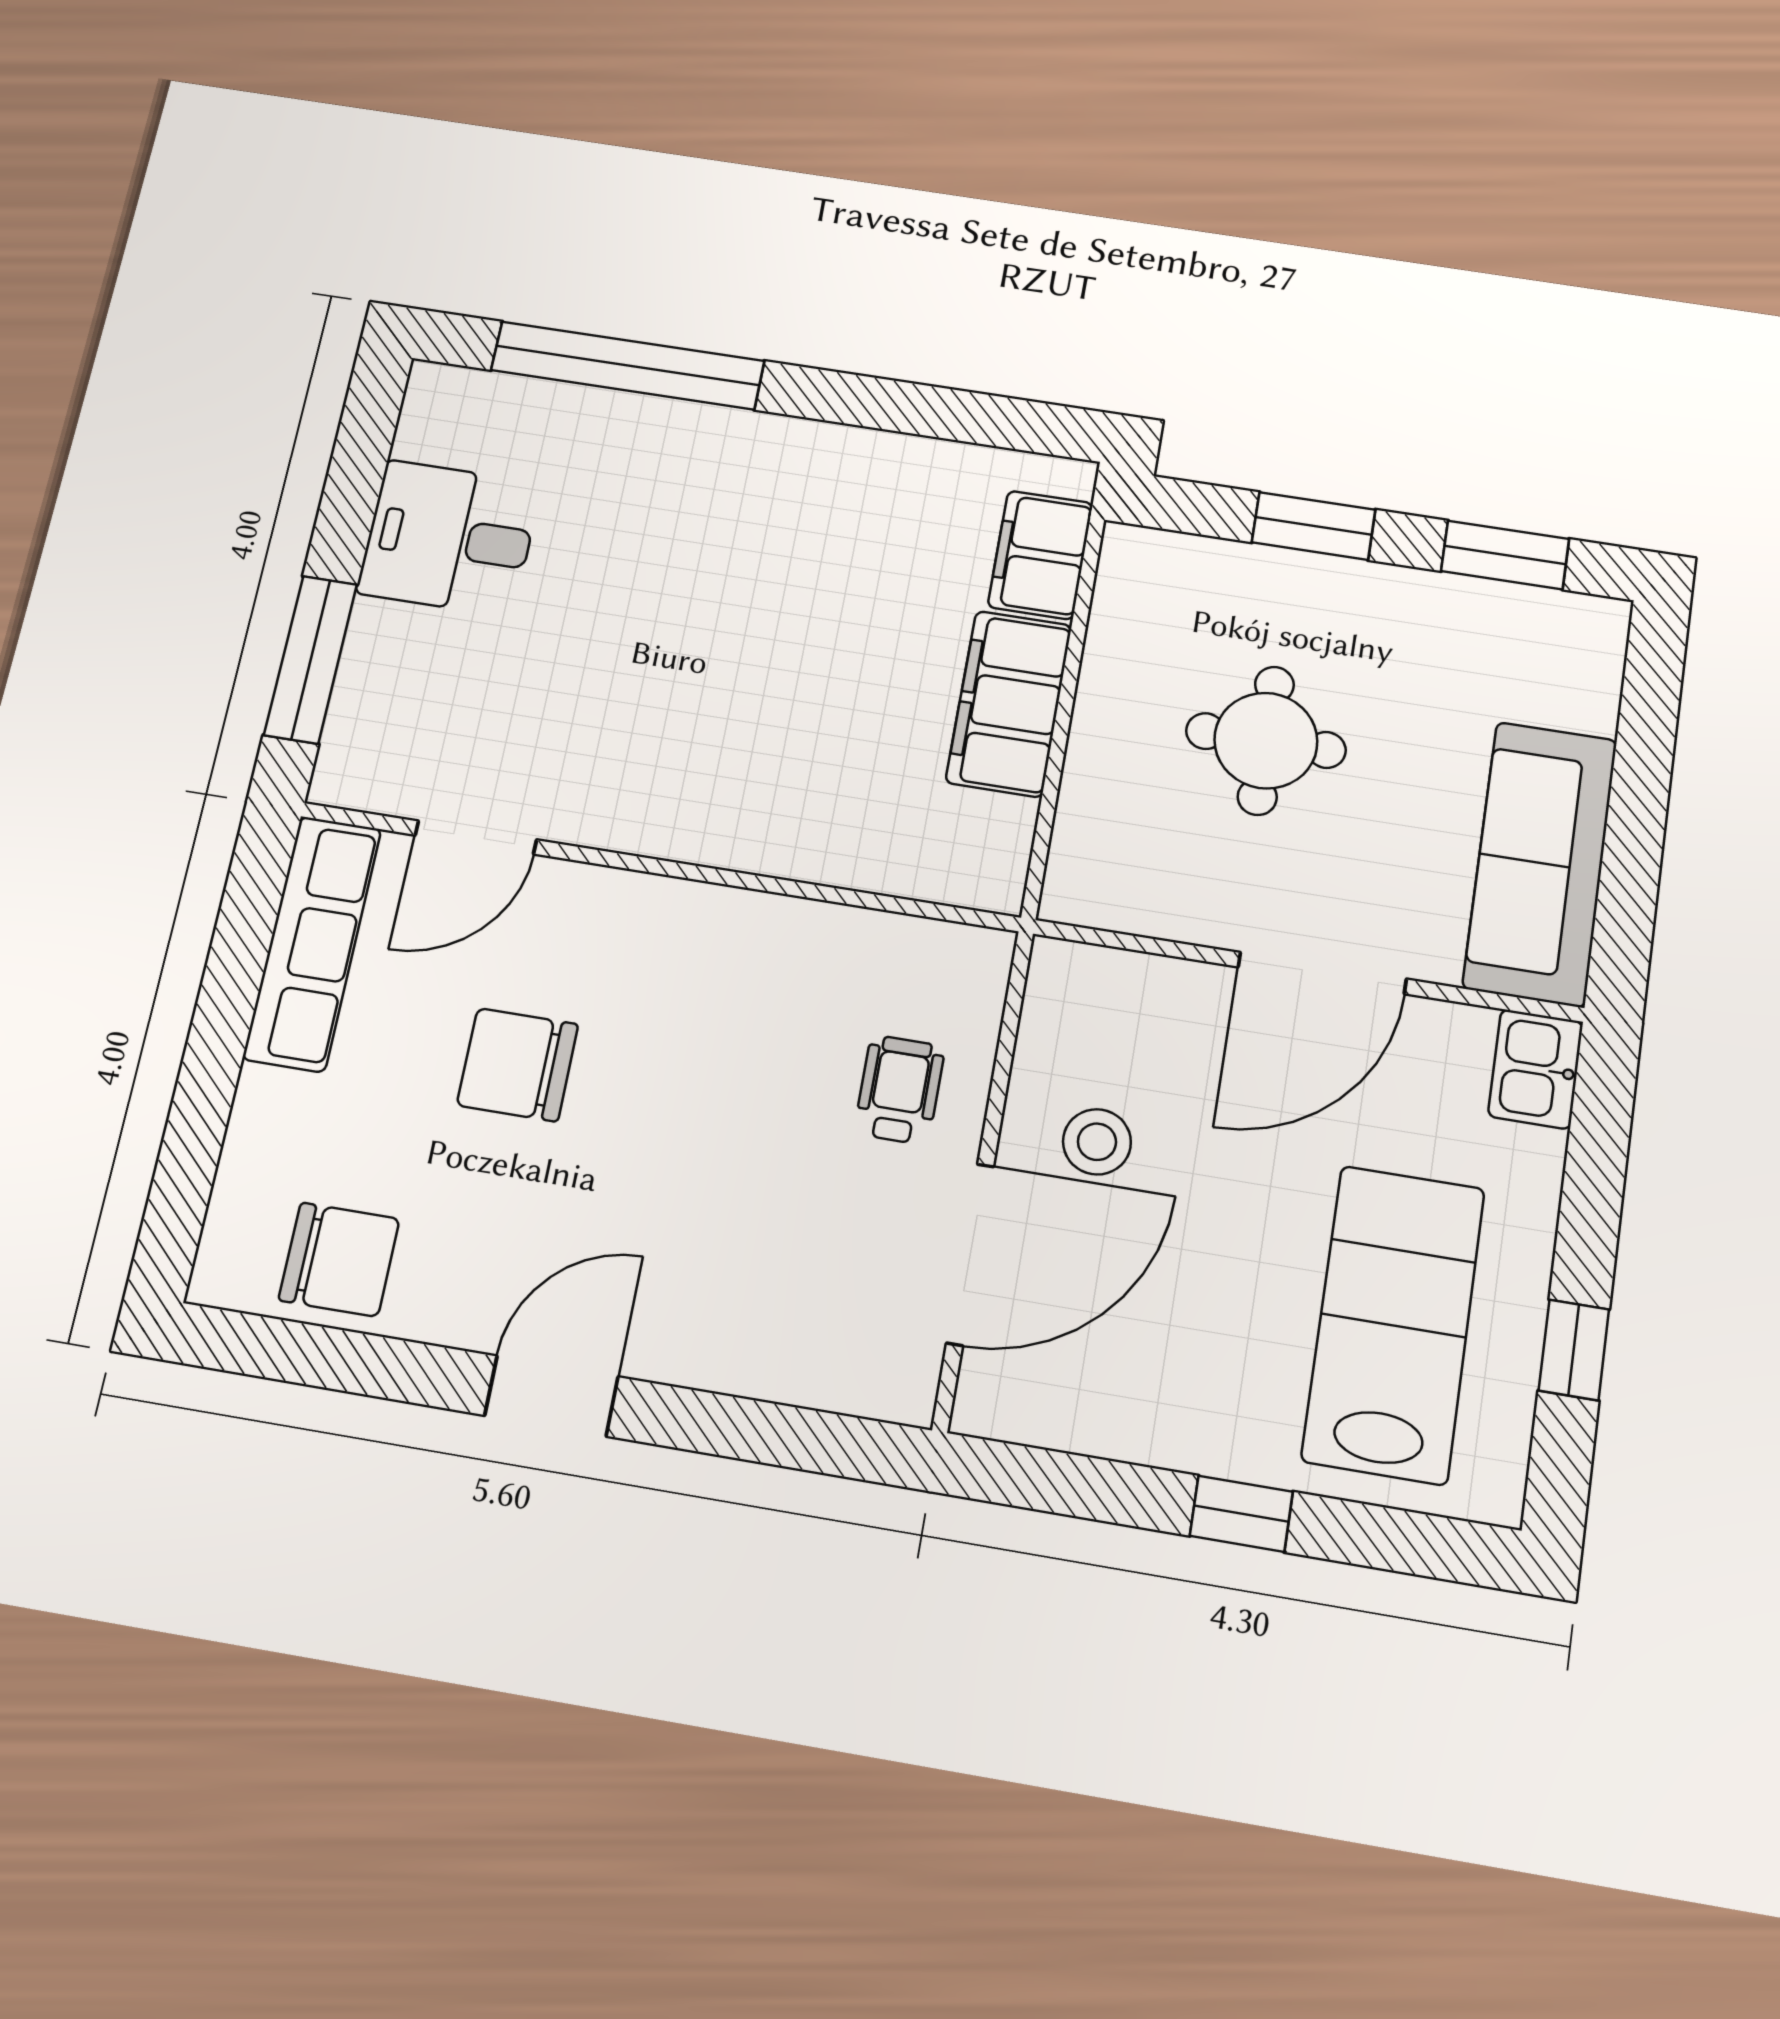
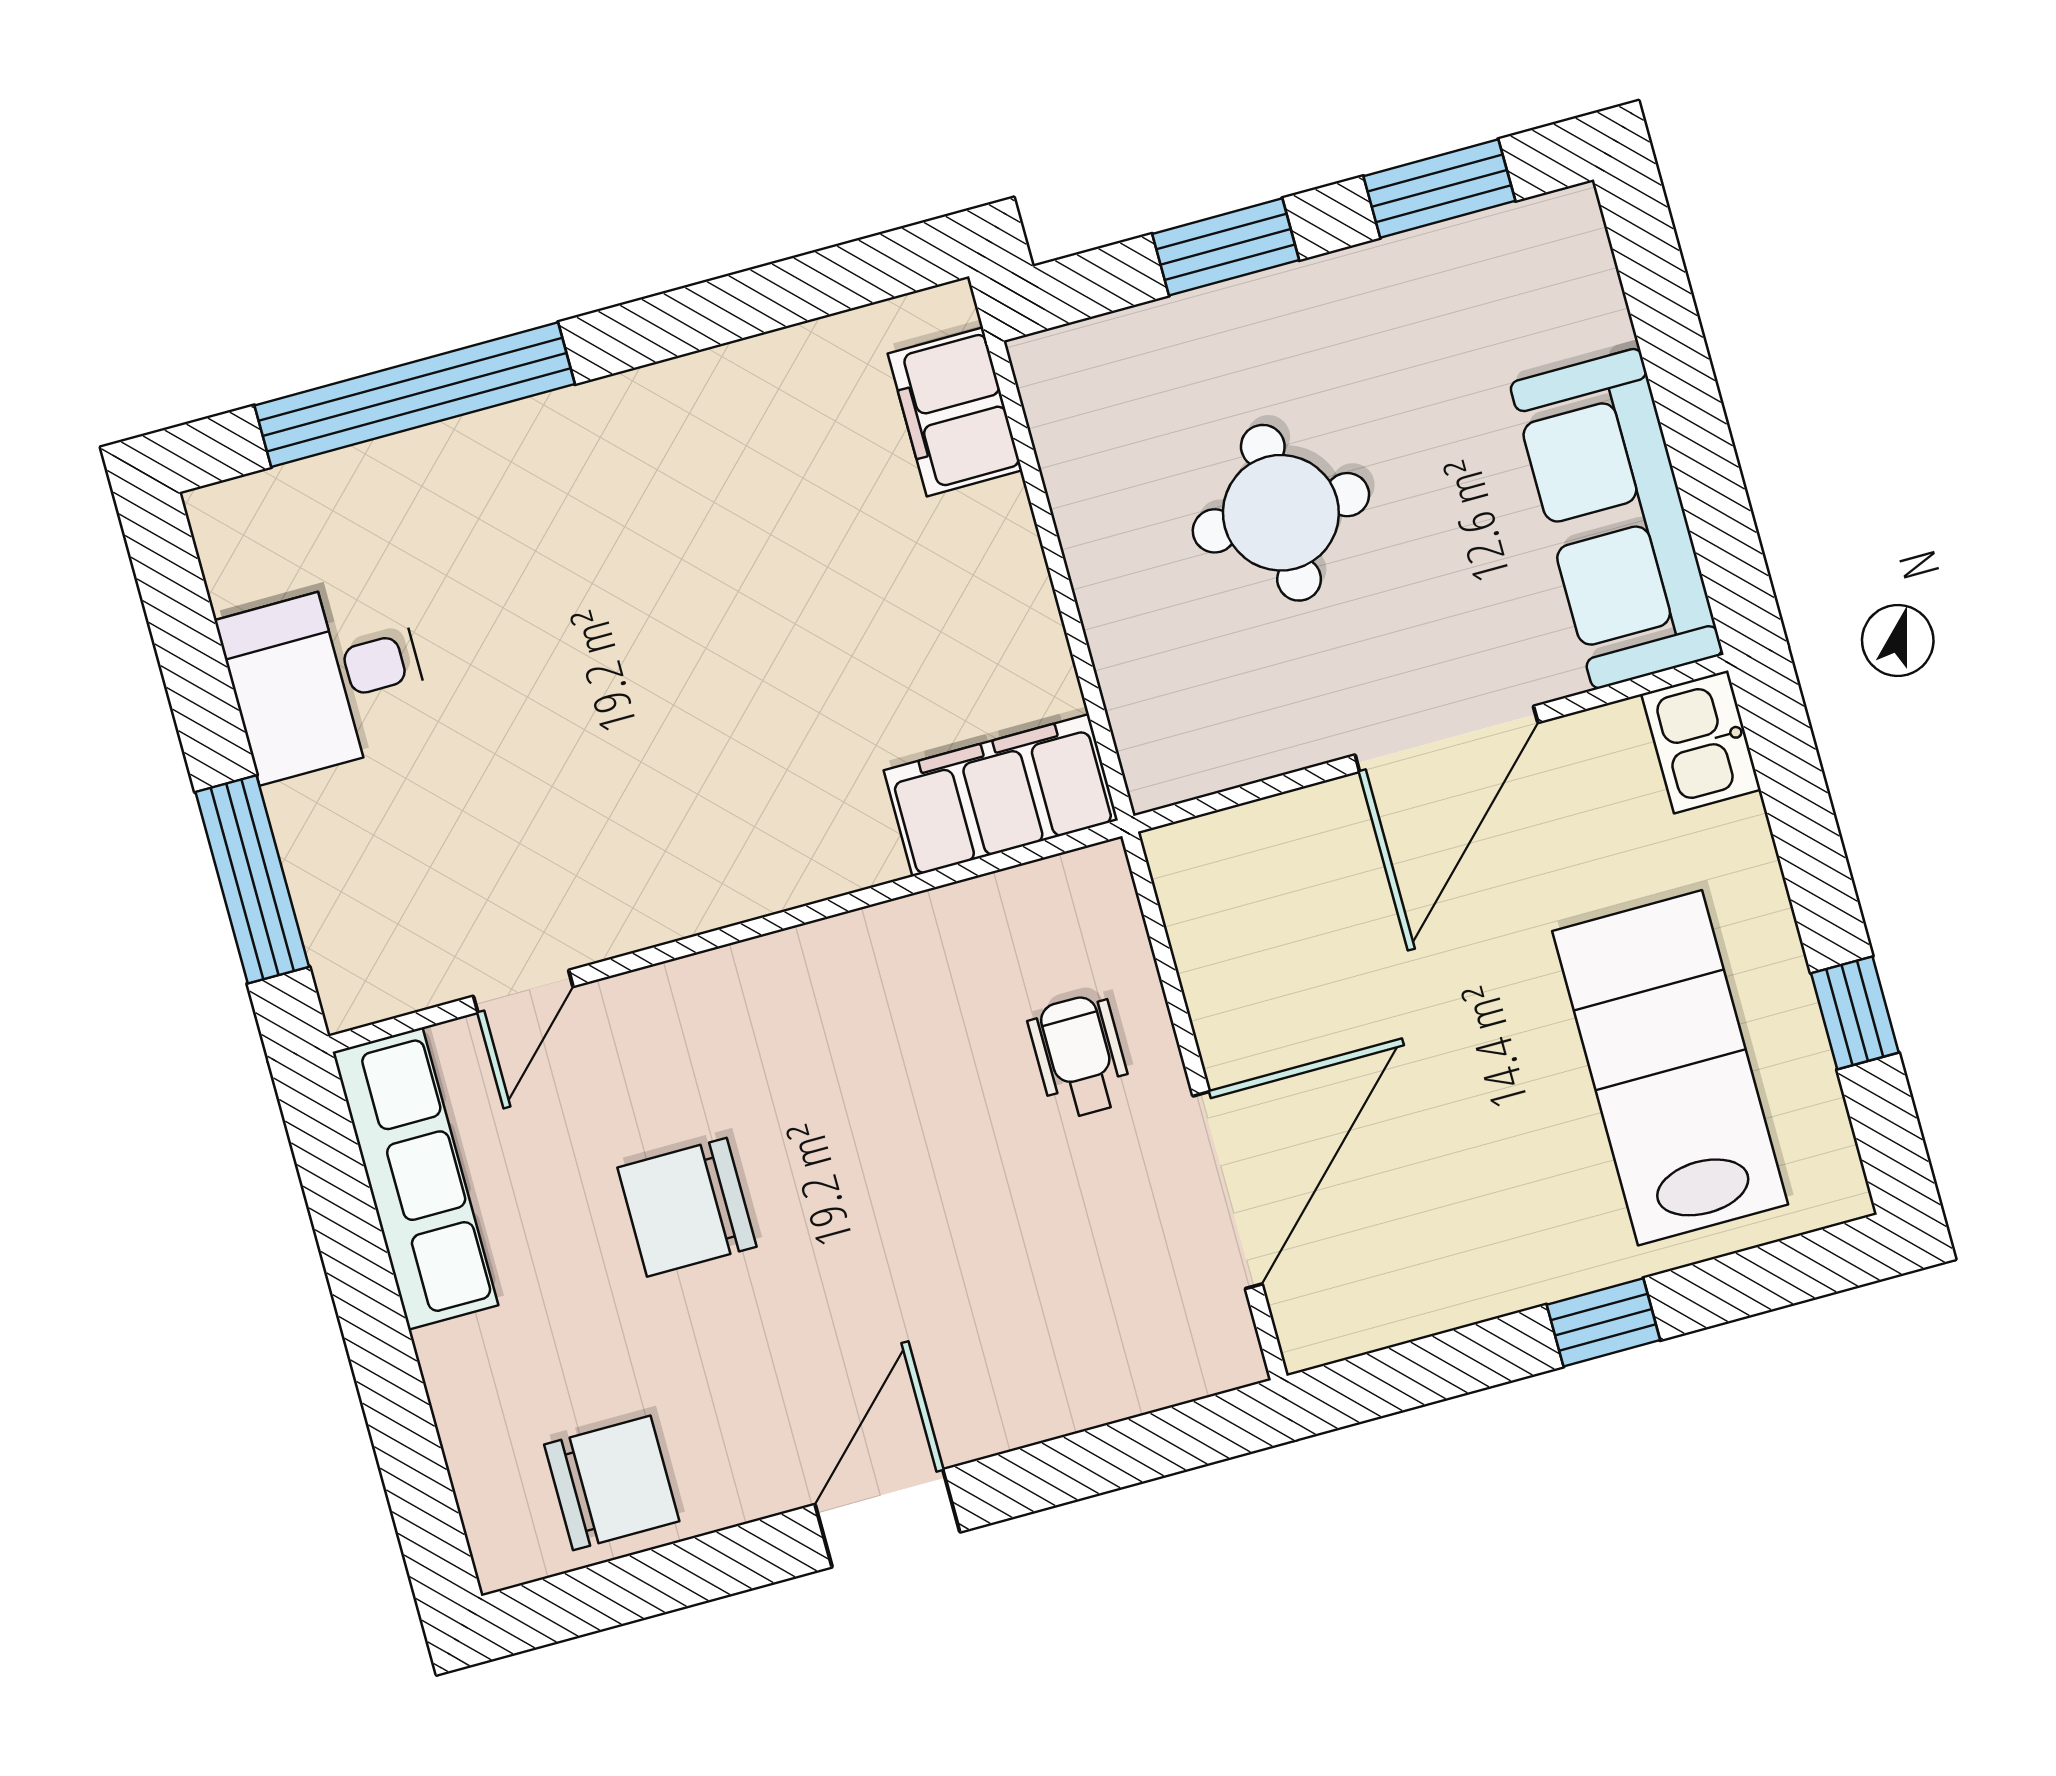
filing cabinet: (1009, 704) -> (1001, 795), moved, turned 90
door: (476, 837) -> (523, 991), width x0.73
stool: (1097, 1142) -> (1300, 1019), removed

